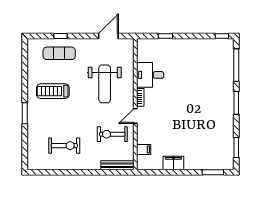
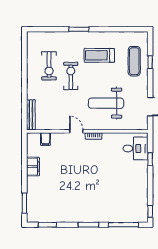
desk: (150, 75) -> (136, 148), moved, turned 90
treadmill: (53, 91) -> (99, 55), turned -90
exercise bike: (112, 134) -> (71, 76), moved

